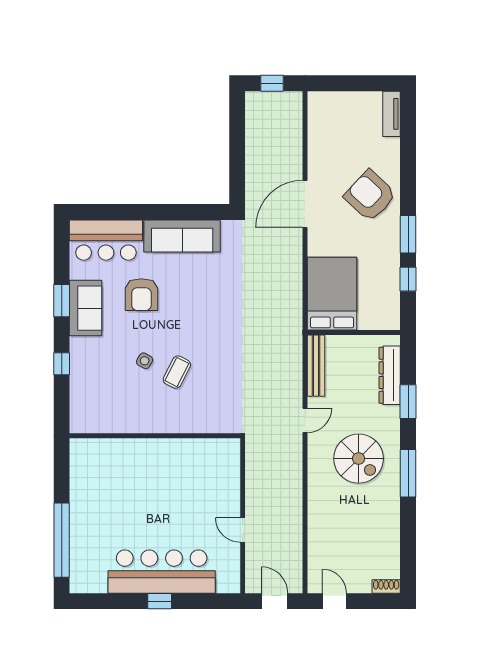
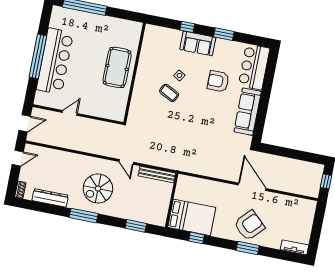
window: (408, 234) -> (248, 248), moved
bed: (332, 294) -> (192, 217), moved
sofa: (86, 308) -> (198, 43), moved
dresser: (390, 375) -> (50, 198), moved
window: (408, 402) -> (136, 226), moved
pool table: (152, 467) -> (117, 67), added
window: (160, 601) -> (38, 56), width x3.17

